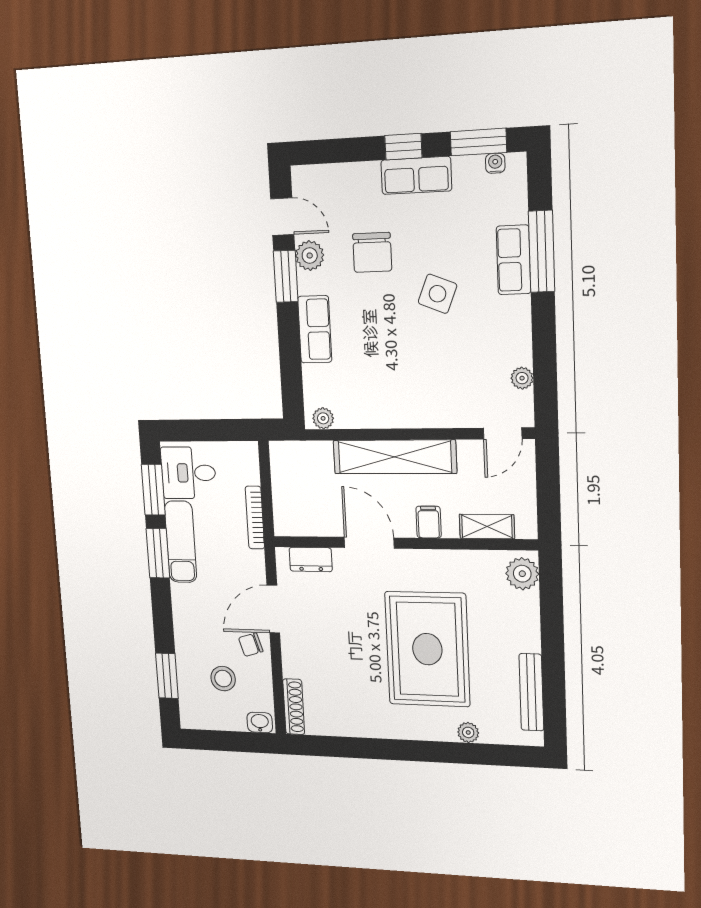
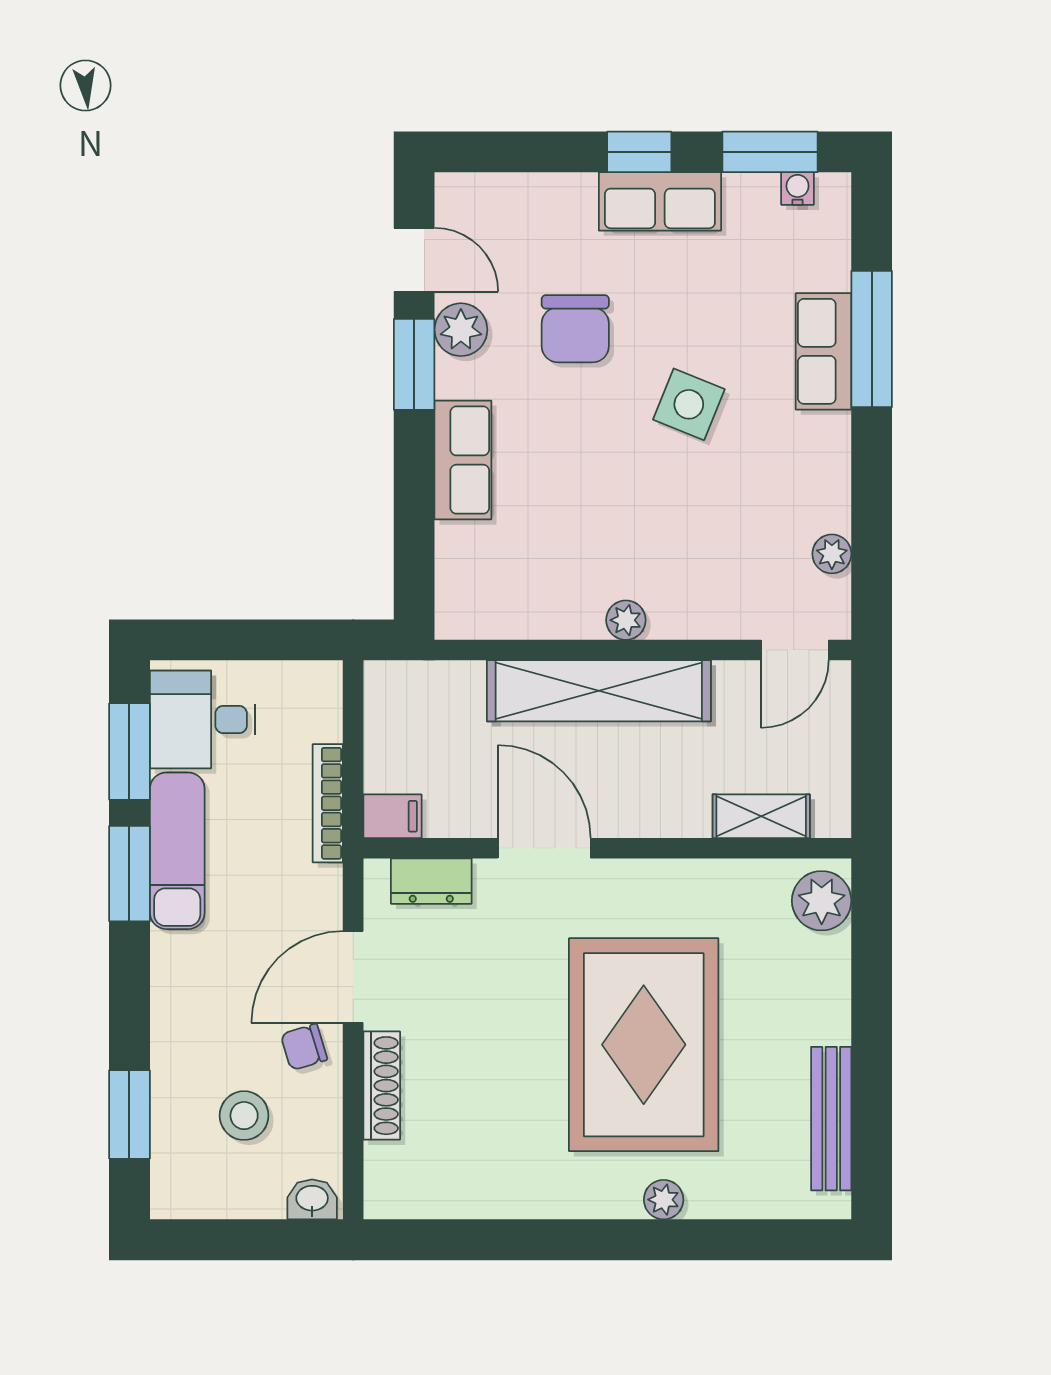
plant: (323, 418) -> (626, 620), moved
filing cabinet: (429, 522) -> (392, 816), moved, turned 90
shoe rack: (294, 707) -> (382, 1086), moved
plant: (468, 732) -> (664, 1200), moved

